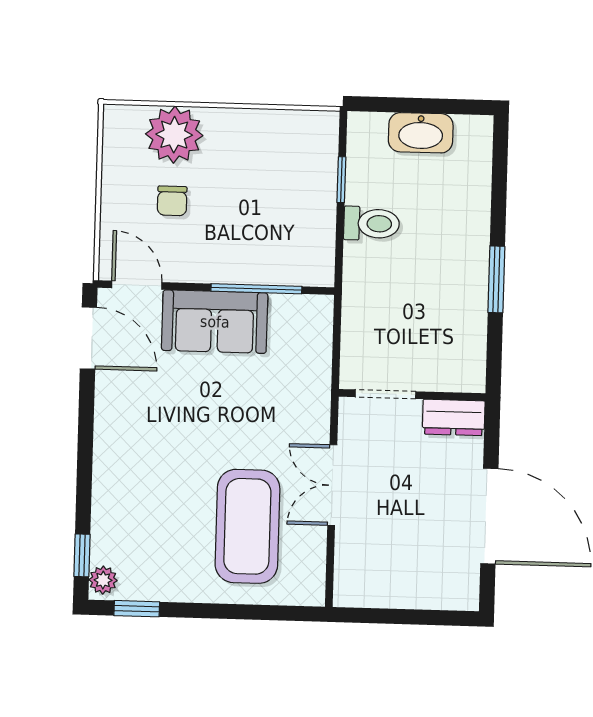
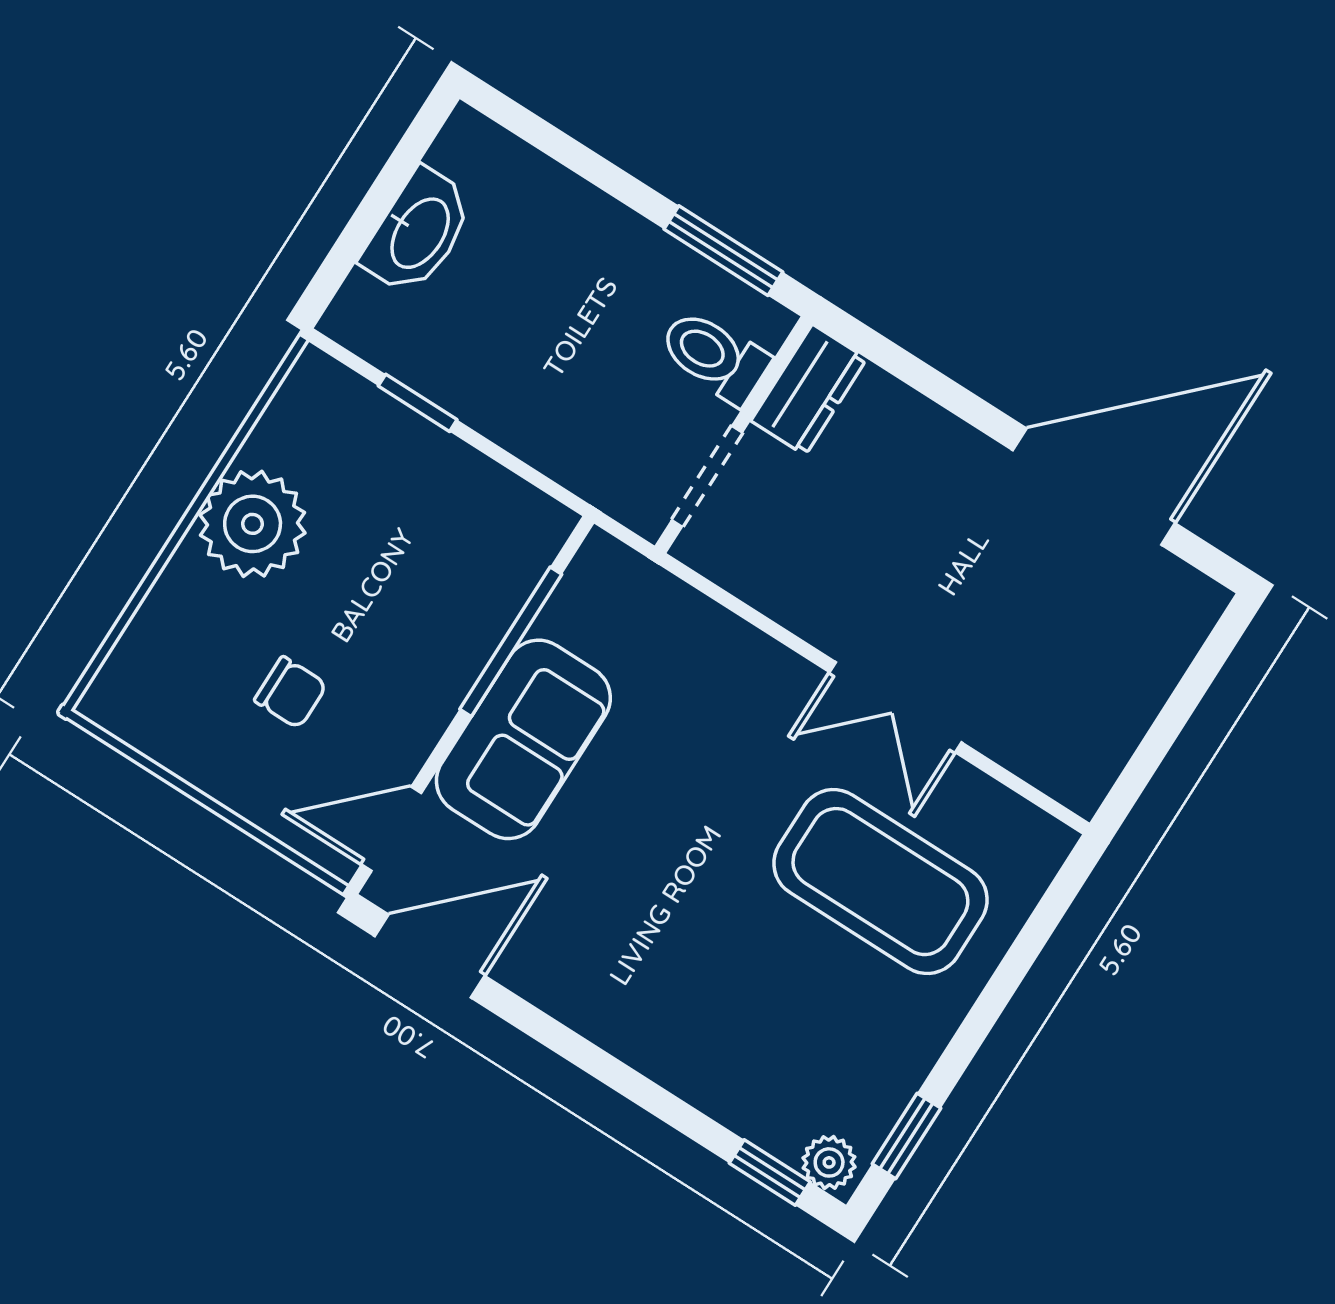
plant: (174, 135) -> (253, 524), moved
toilet: (372, 224) -> (714, 356), moved, turned -90
doorway: (385, 394) -> (707, 476), moved
wall: (412, 395) -> (734, 435), moved
dresser: (454, 417) -> (809, 390), moved

